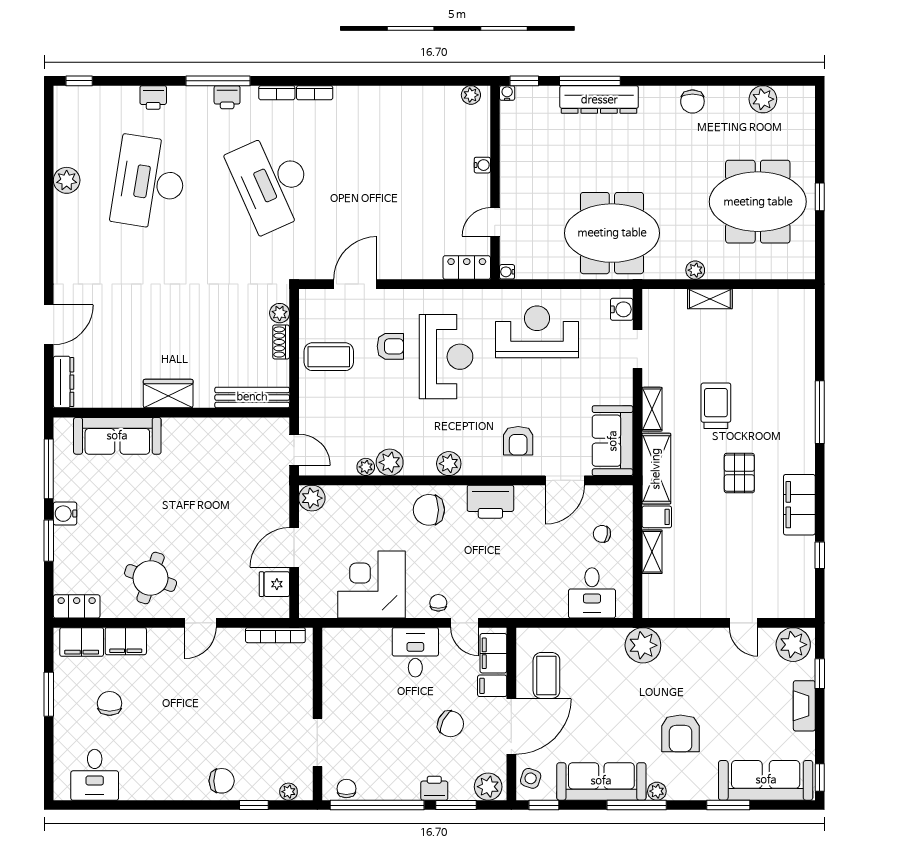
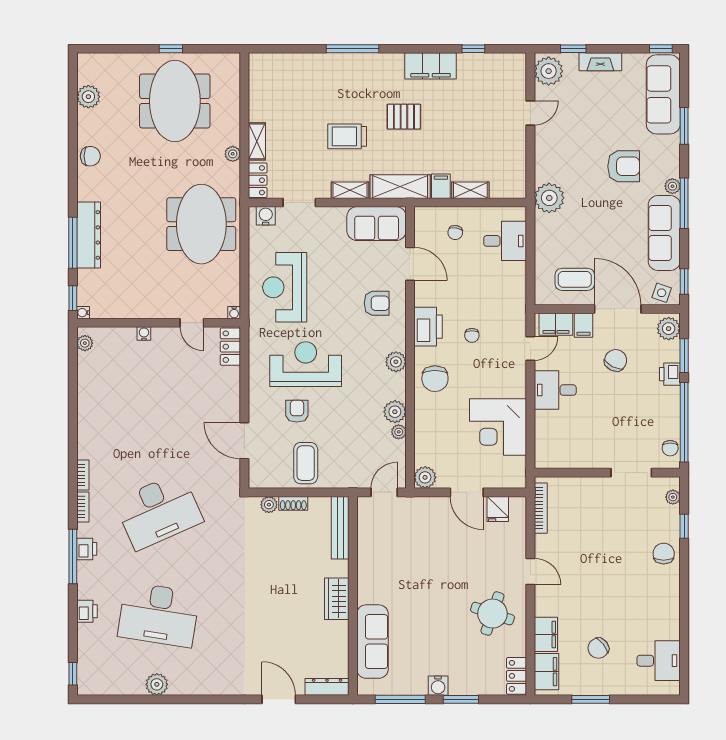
locker: (664, 300) -> (258, 180), added
chair: (438, 603) -> (472, 335), moved, turned -90
chair: (110, 703) -> (598, 648), turned -38
chair: (346, 789) -> (670, 448), turned -90

